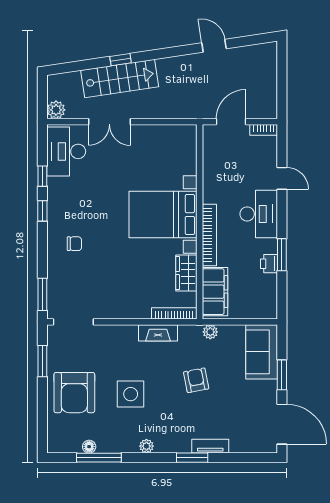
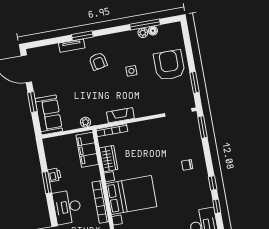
bookcase: (209, 235) -> (100, 202), moved
armchair: (196, 380) -> (98, 61), moved
side table: (131, 394) -> (131, 71), width x0.54, depth x0.54
plant: (146, 446) -> (143, 33), moved

